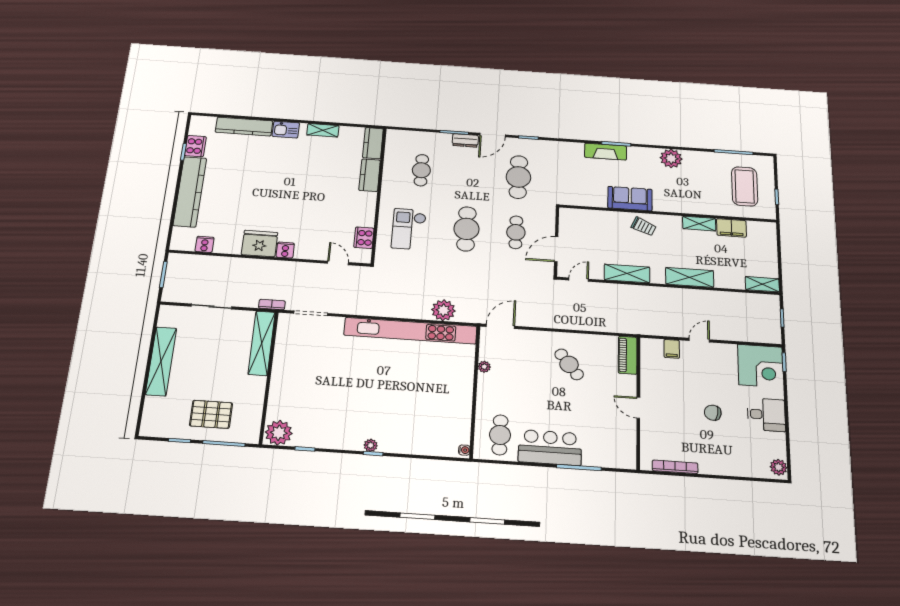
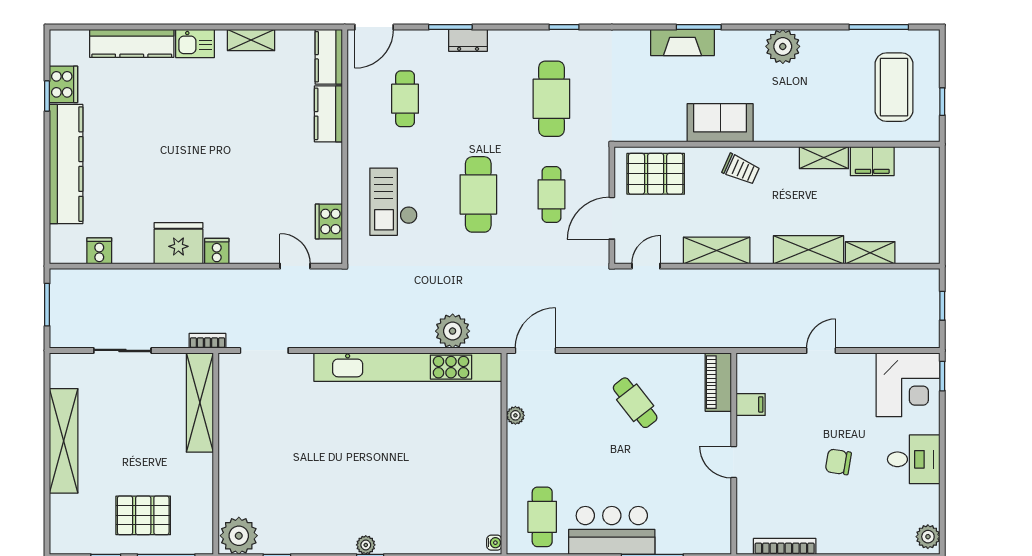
door: (493, 135) -> (374, 27), moved
pallet: (586, 225) -> (656, 174), added
shelving: (762, 284) -> (870, 253), moved
filing cabinet: (672, 349) -> (751, 404), moved, turned -90

